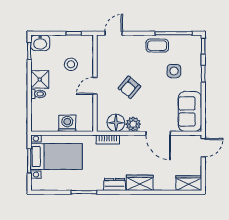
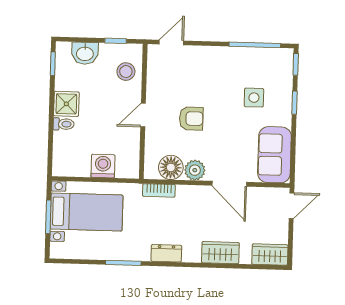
washbasin: (40, 43) -> (85, 53), moved
coffee table: (157, 46) -> (232, 62), removed
stool: (71, 64) -> (126, 72), moved
armchair: (129, 87) -> (191, 118), turned -130
wardrobe: (140, 183) -> (220, 253), moved

